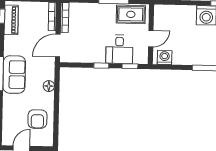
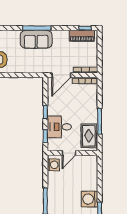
door: (151, 39) -> (69, 153), hinge flipped
door: (58, 46) -> (61, 75), swing flipped
floor lamp: (49, 86) -> (27, 69), removed

